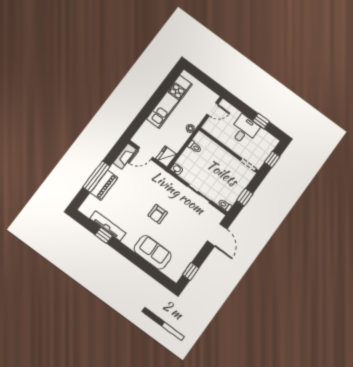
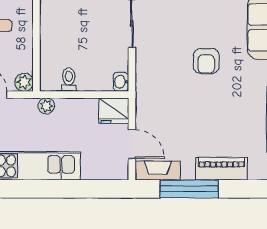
plant: (208, 127) -> (24, 82), added
window: (96, 177) -> (189, 189), moved
armchair: (158, 214) -> (206, 61), turned 90

